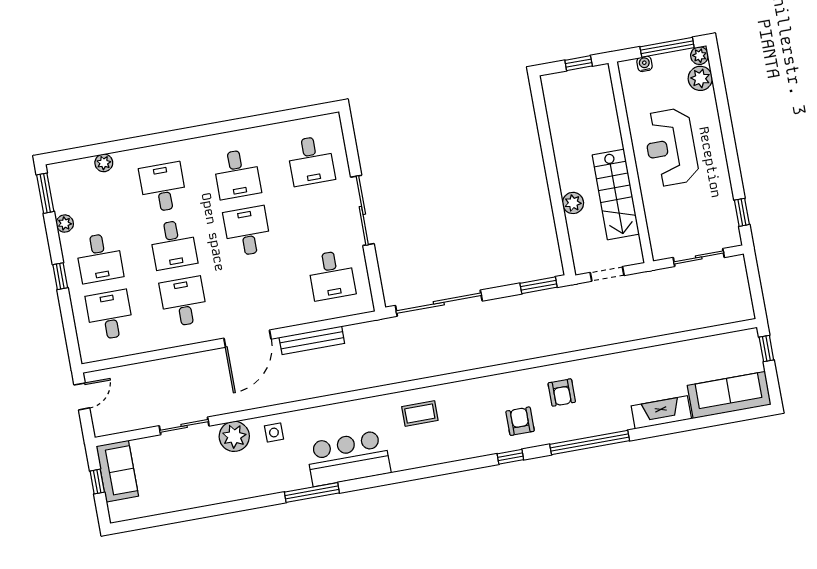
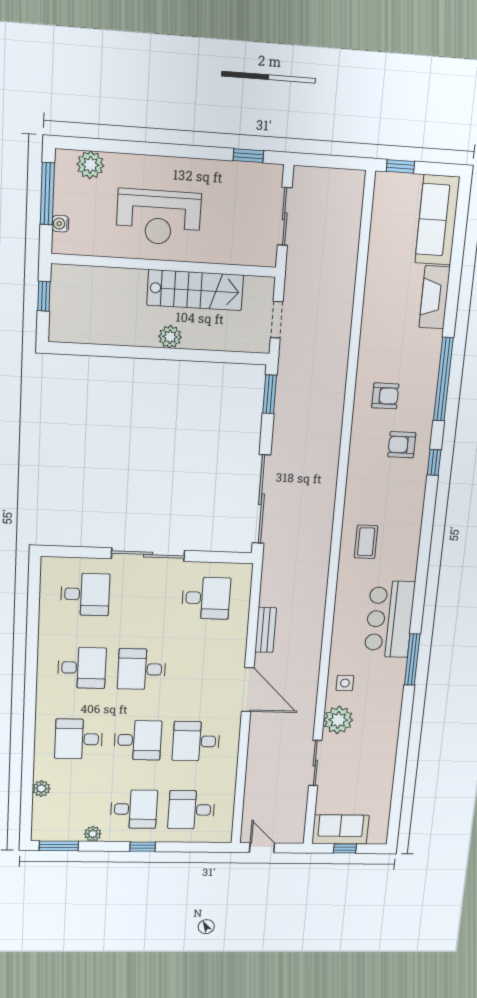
plant: (699, 56) -> (65, 159), removed
plant: (573, 203) -> (170, 337), moved
bench: (312, 340) -> (266, 630), width x0.73

